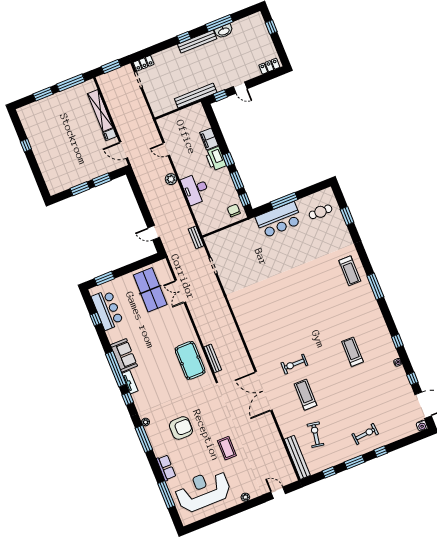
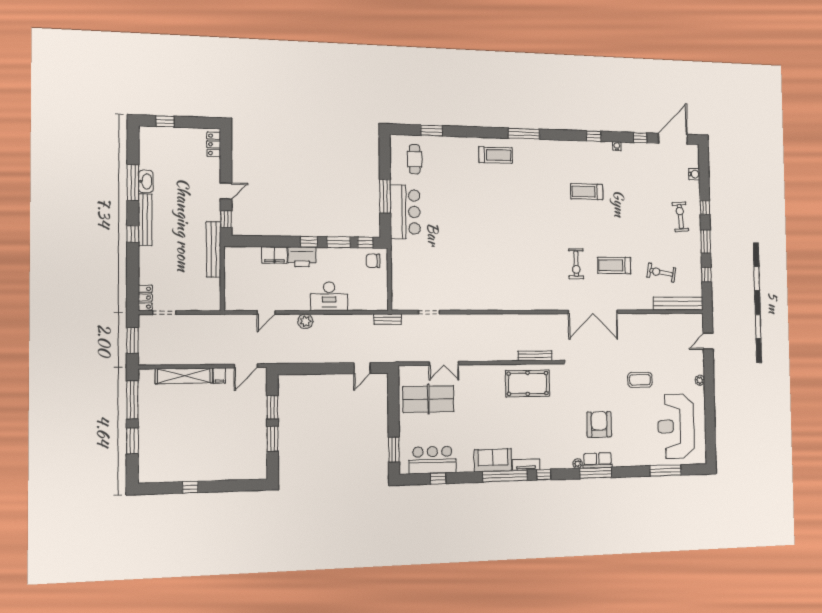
water cooler: (422, 426) -> (694, 174), moved
row of seats: (166, 468) -> (598, 460), moved

